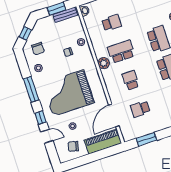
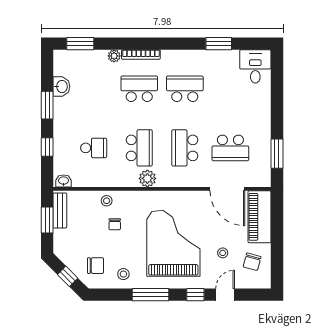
school desk: (112, 23) -> (94, 148), turned 90
school desk: (121, 52) -> (139, 148), turned 180
school desk: (131, 80) -> (185, 148), width x1.85
grand piano: (68, 93) -> (173, 243), turned 180
school desk: (140, 109) -> (230, 148), width x1.85

